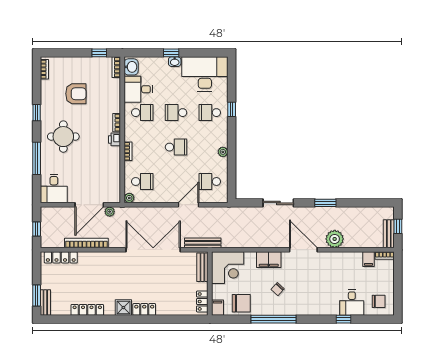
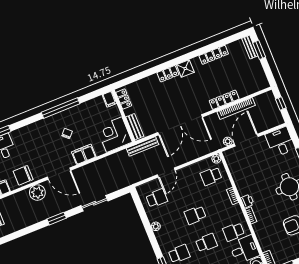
locker: (61, 257) -> (224, 100), moved
chair: (241, 303) -> (23, 175), moved

